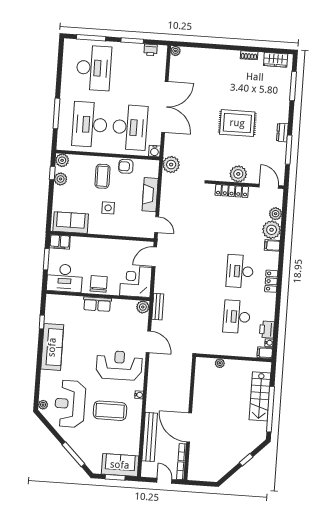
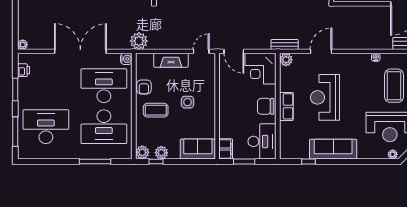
sofa: (71, 223) -> (198, 149), moved, turned 90
reception desk: (119, 365) -> (325, 97), moved

